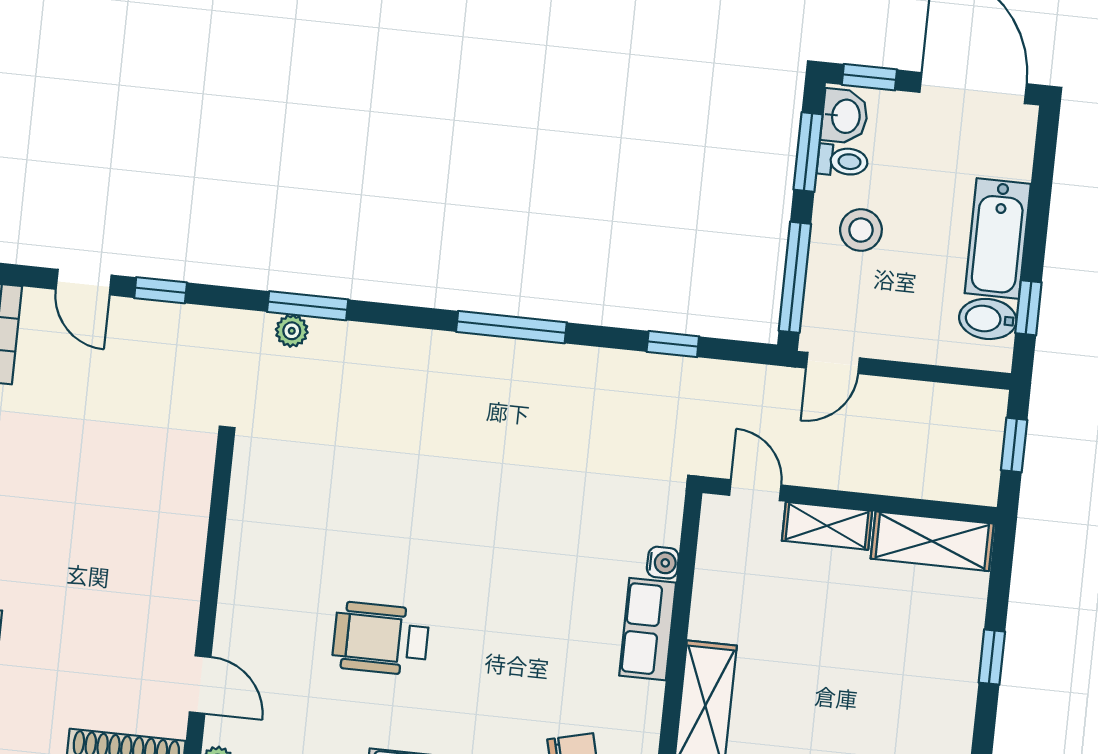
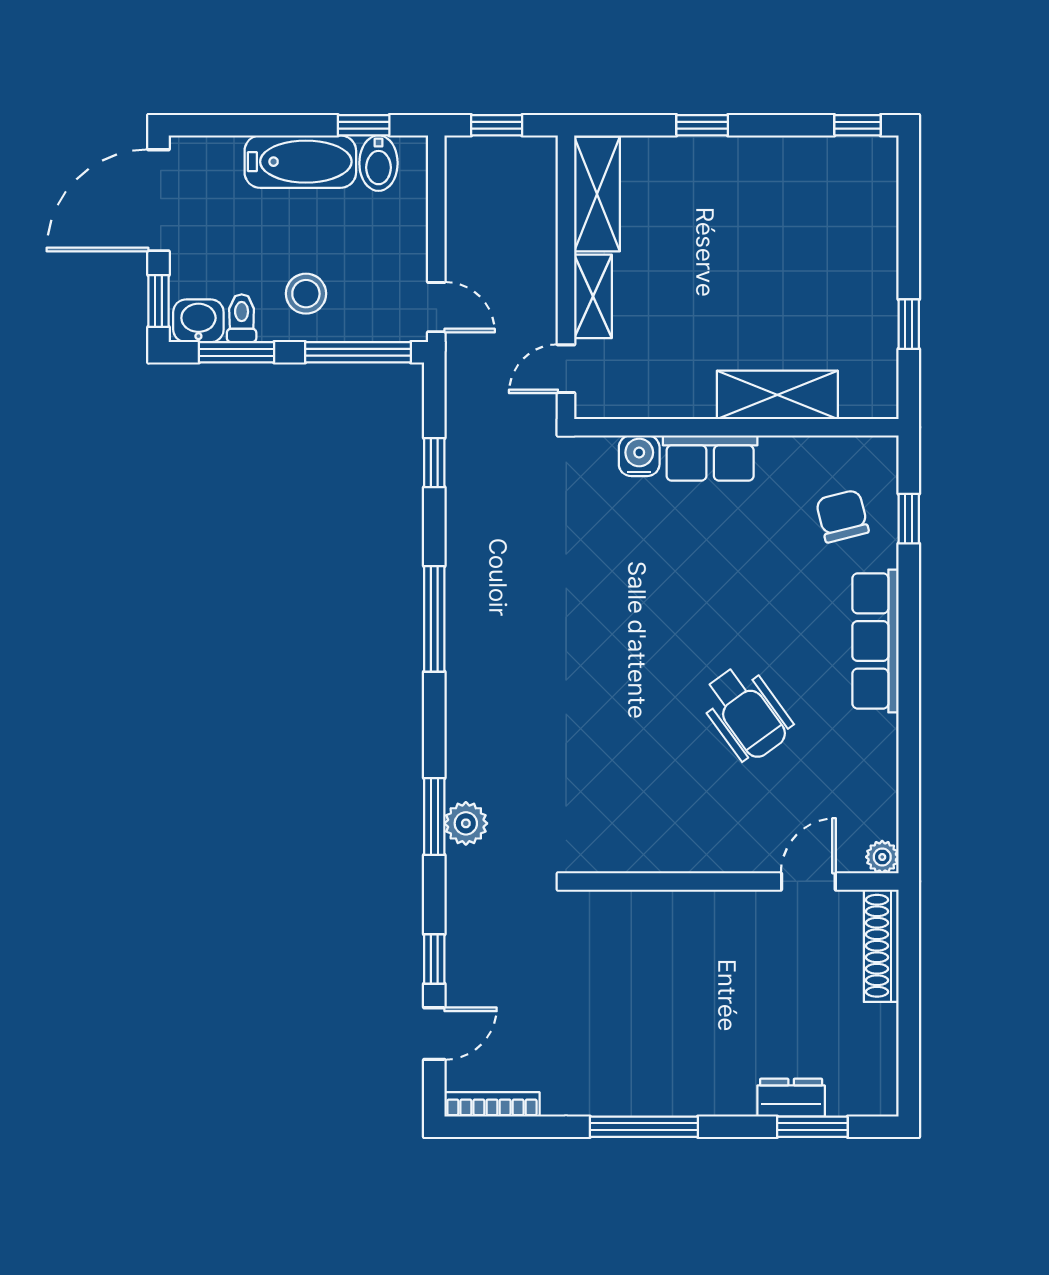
plant: (292, 331) -> (466, 823), width x1.38, depth x1.38
water cooler: (663, 563) -> (639, 456), width x1.38, depth x1.38
wheelchair: (381, 639) -> (746, 713), turned -36

